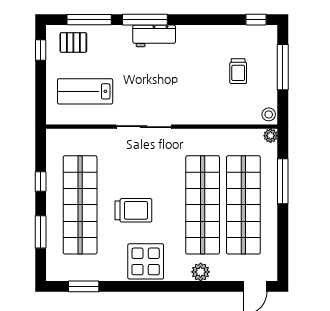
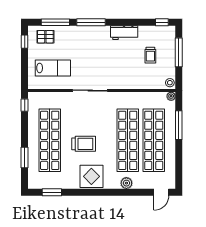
workbench: (154, 36) -> (124, 33), moved
lab bench: (85, 91) -> (53, 68), turned 180
window: (41, 182) -> (25, 105), moved

